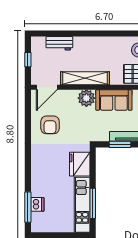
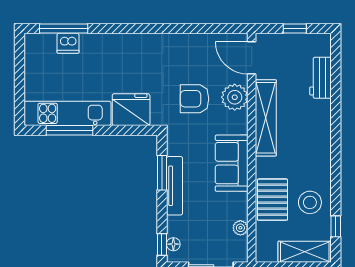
plant: (86, 98) -> (235, 97), moved
armchair: (50, 125) -> (194, 99), moved

